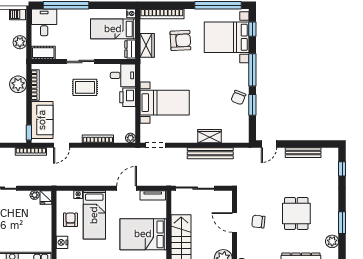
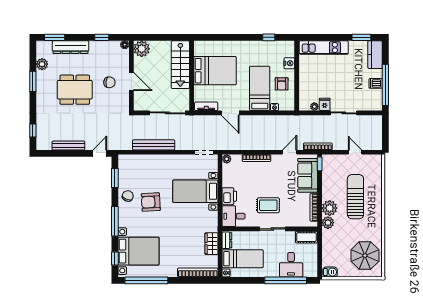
desk: (44, 22) -> (291, 265), moved
armchair: (180, 40) -> (151, 202), moved
plant: (20, 42) -> (328, 223), moved
window: (252, 105) -> (115, 178), moved
wardrobe: (209, 136) -> (154, 161), removed
door: (127, 188) -> (230, 113), hinge flipped
fridge: (46, 197) -> (325, 104), moved
dining table: (296, 213) -> (75, 90), width x1.38

